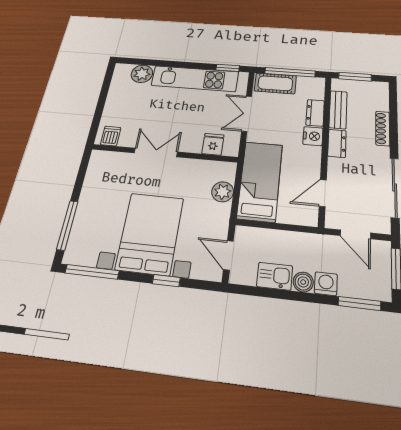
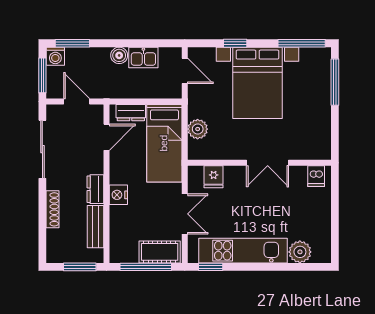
dresser: (315, 113) -> (131, 113), moved, turned 90
washing machine: (326, 284) -> (55, 56), moved

